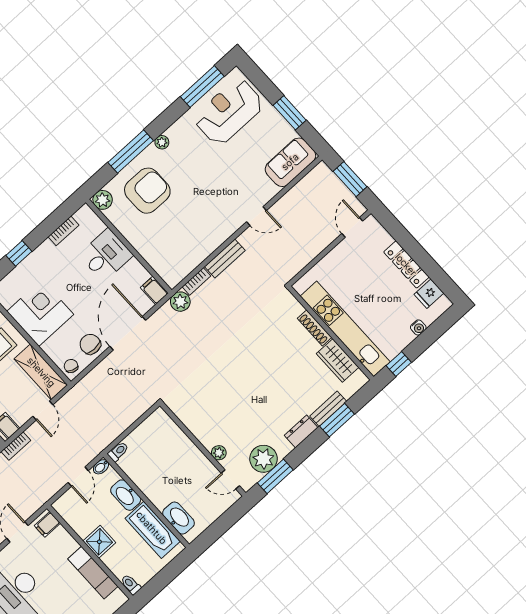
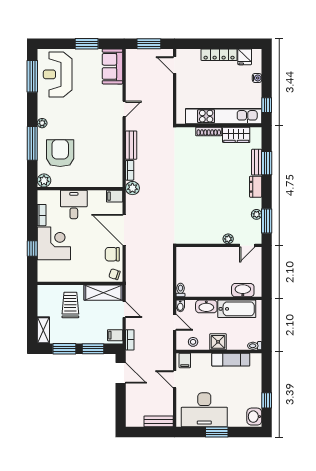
corner desk: (40, 313) -> (54, 243), moved, turned 90
plant: (263, 459) -> (257, 214), width x0.53, depth x0.53
stool: (75, 515) -> (193, 342), added

